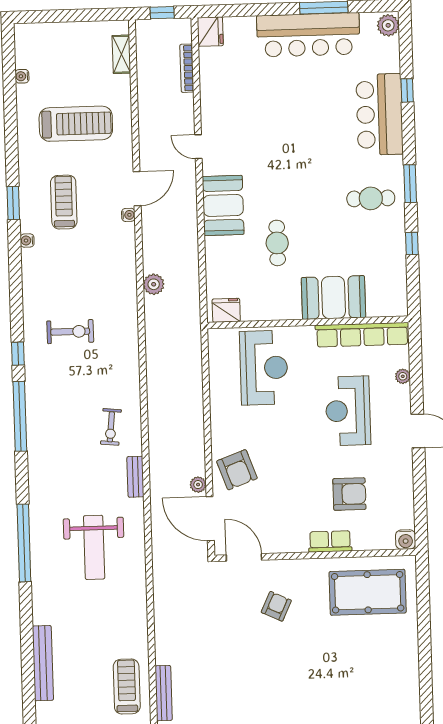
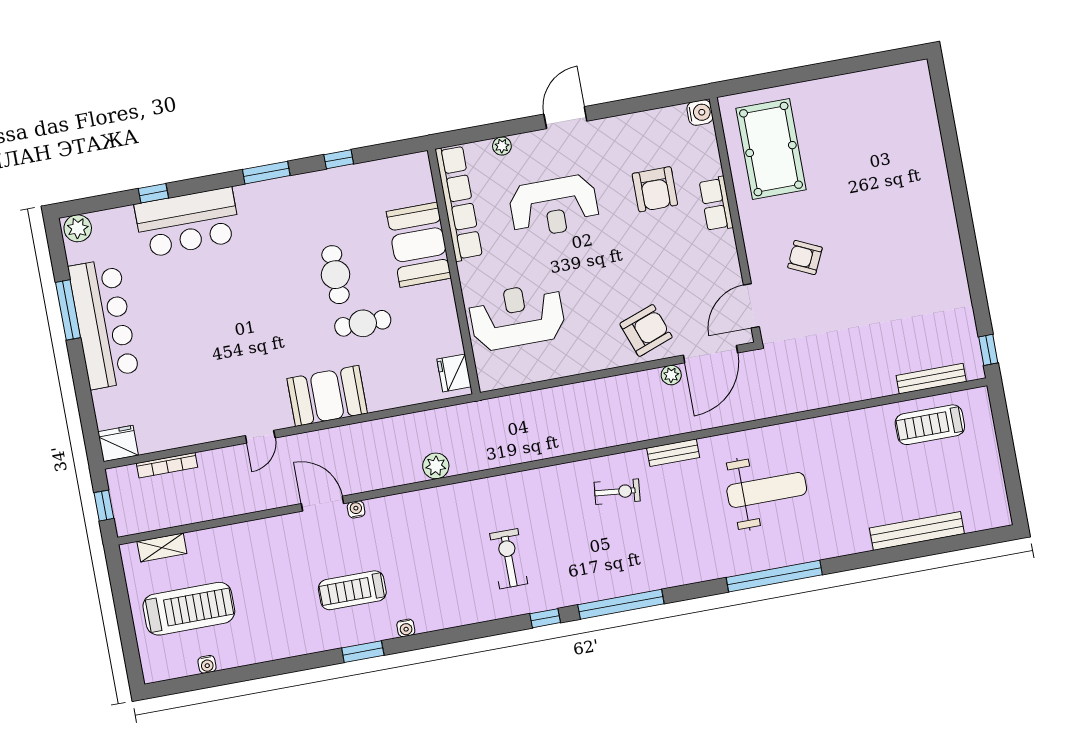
treadmill: (76, 124) -> (189, 609), moved, turned 90
cafe table: (371, 198) -> (336, 275), moved
armchair: (349, 494) -> (655, 189), turned 180

